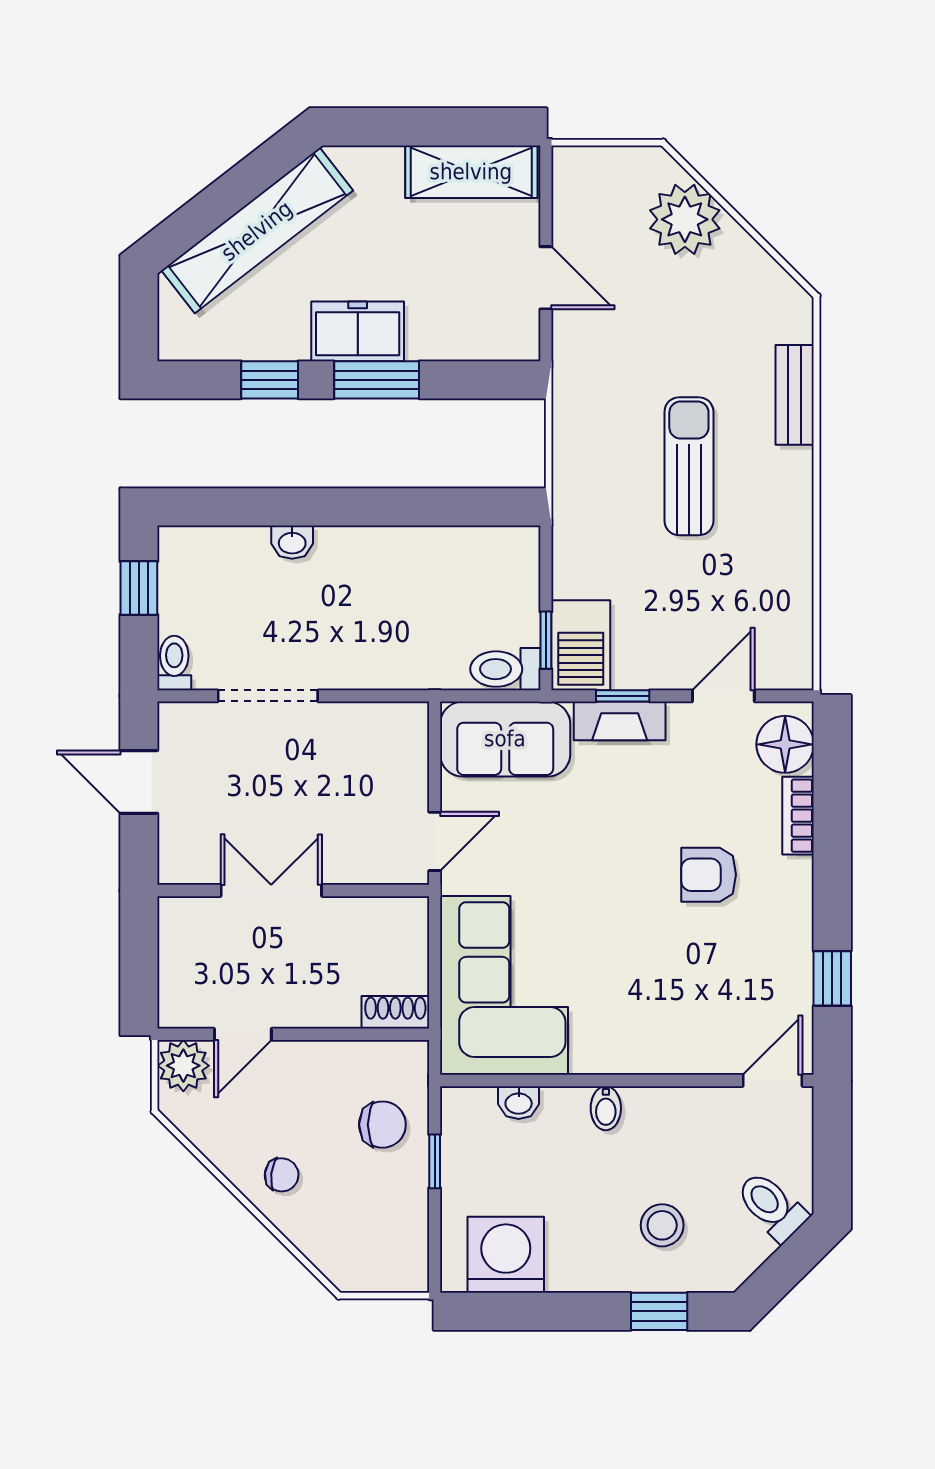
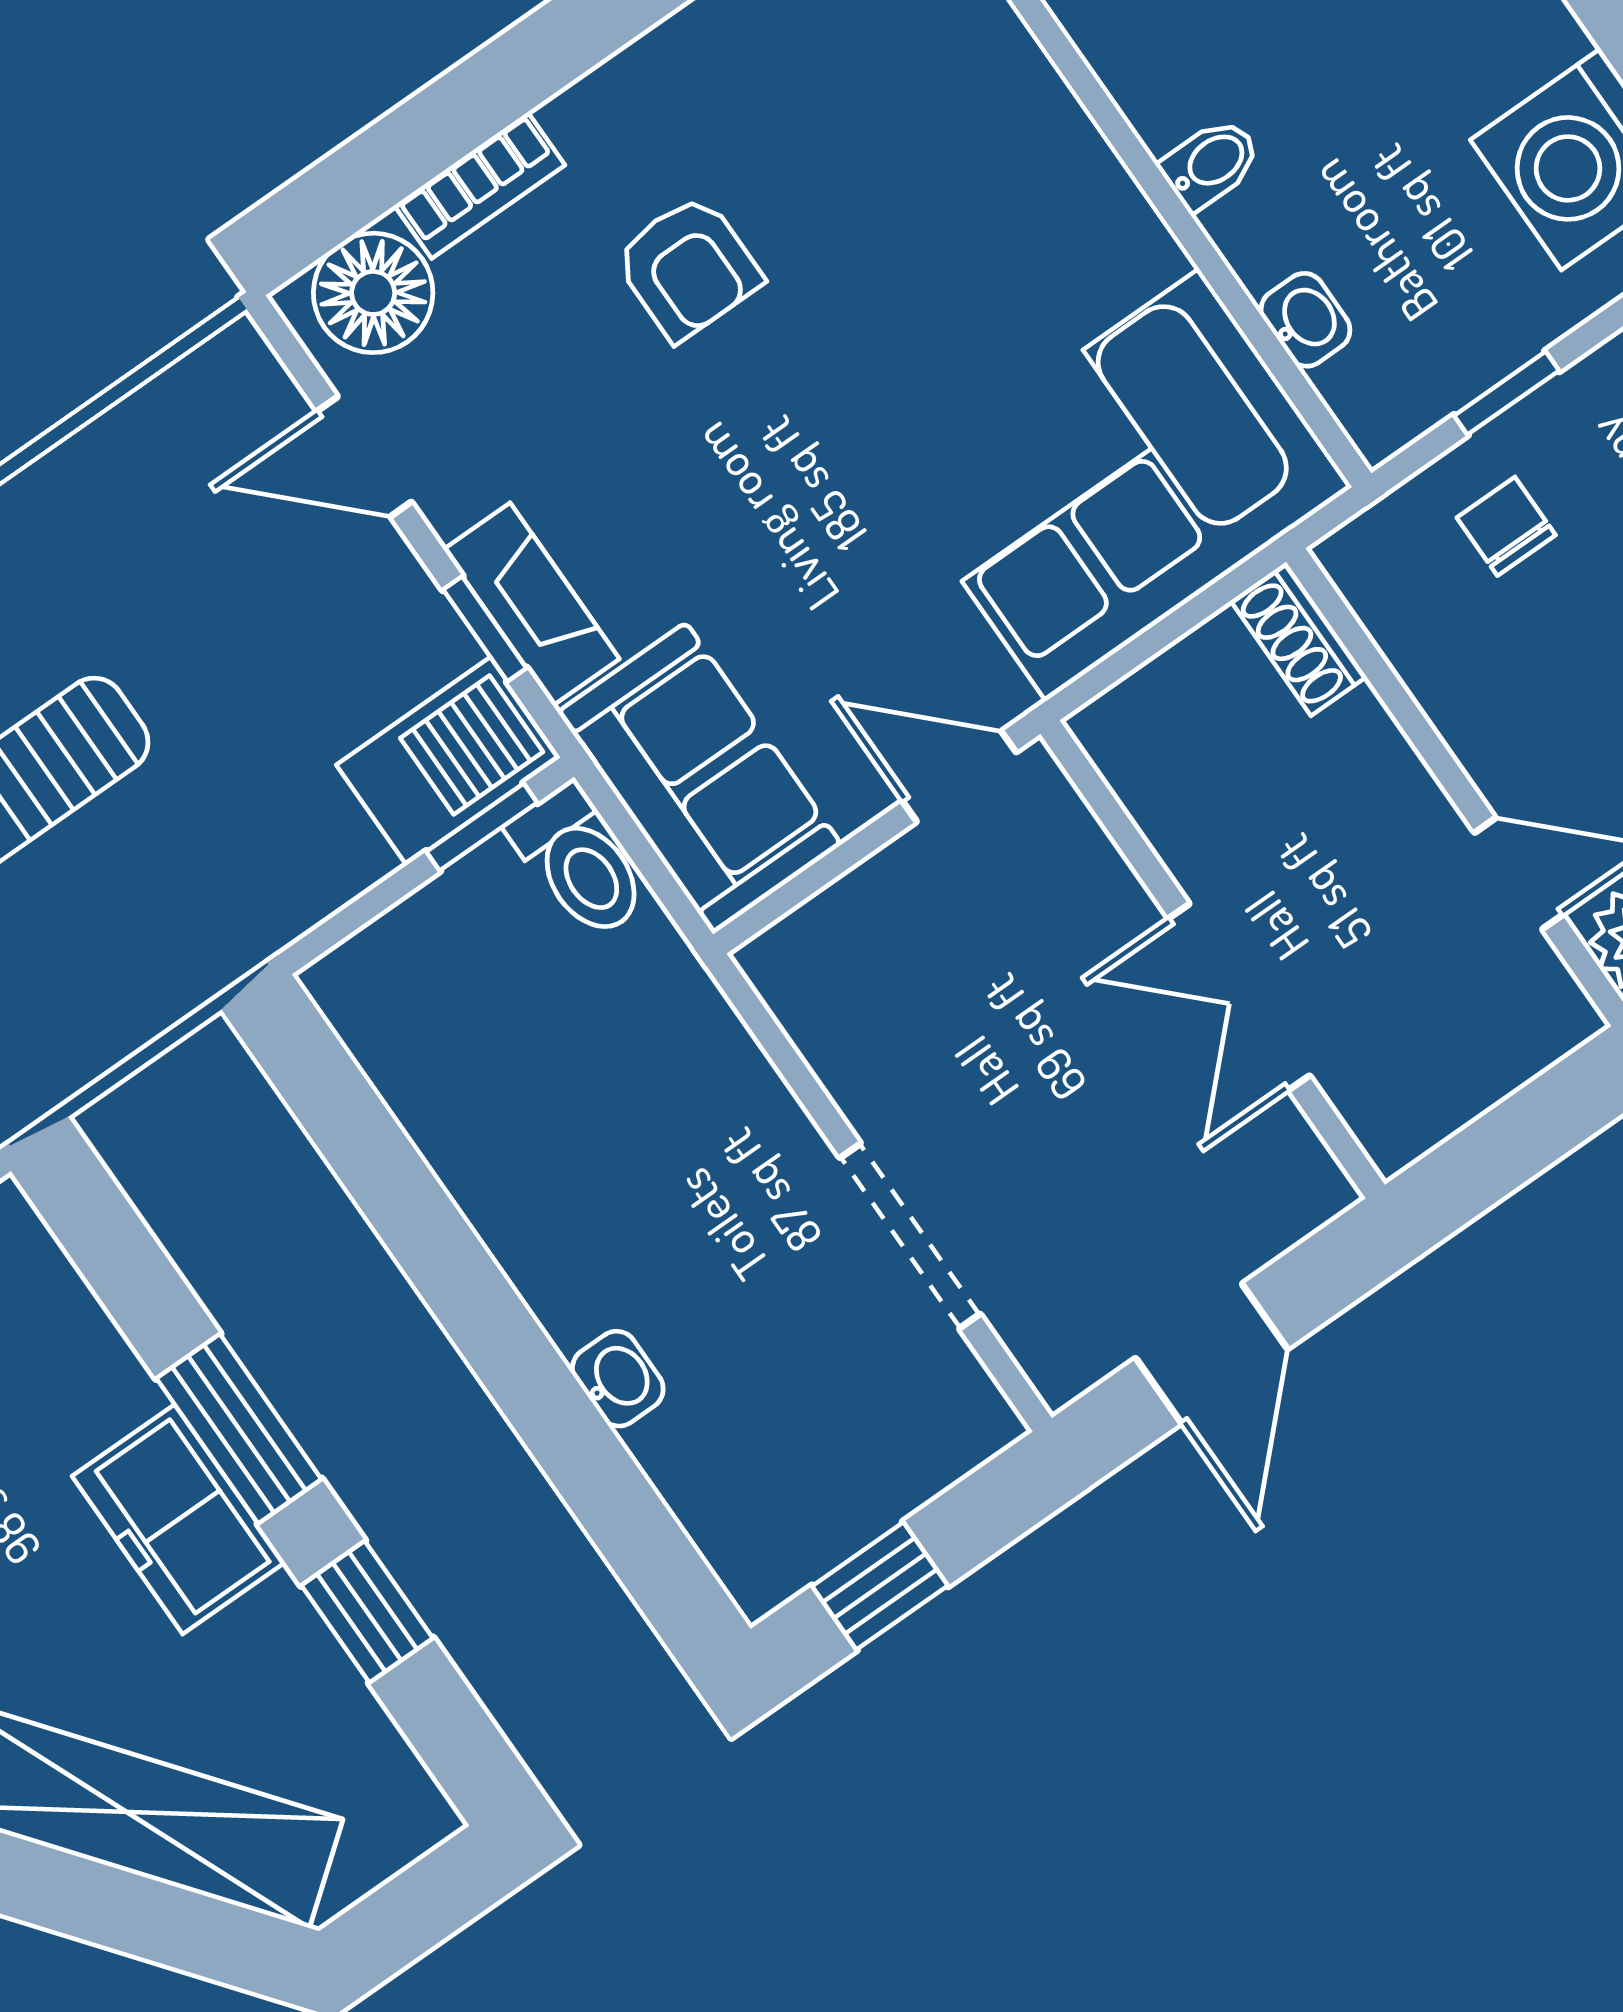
toilet: (174, 663) -> (966, 1436), removed
chair: (382, 1125) -> (1506, 526), width x0.73, depth x0.73

